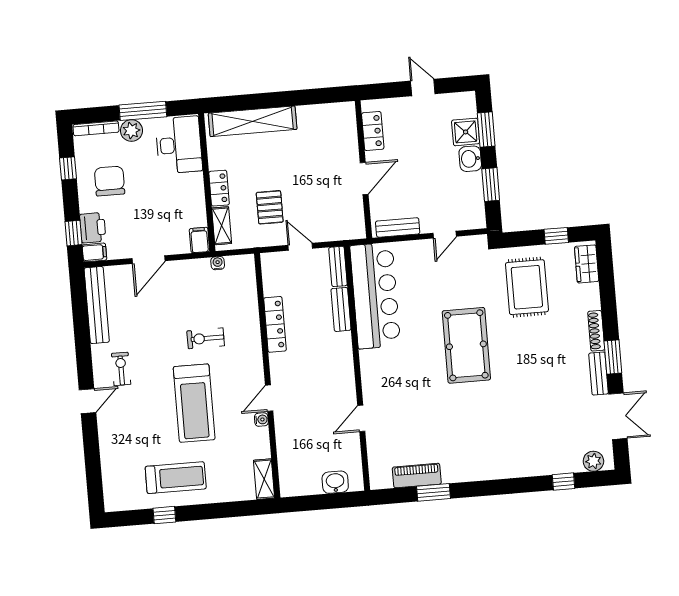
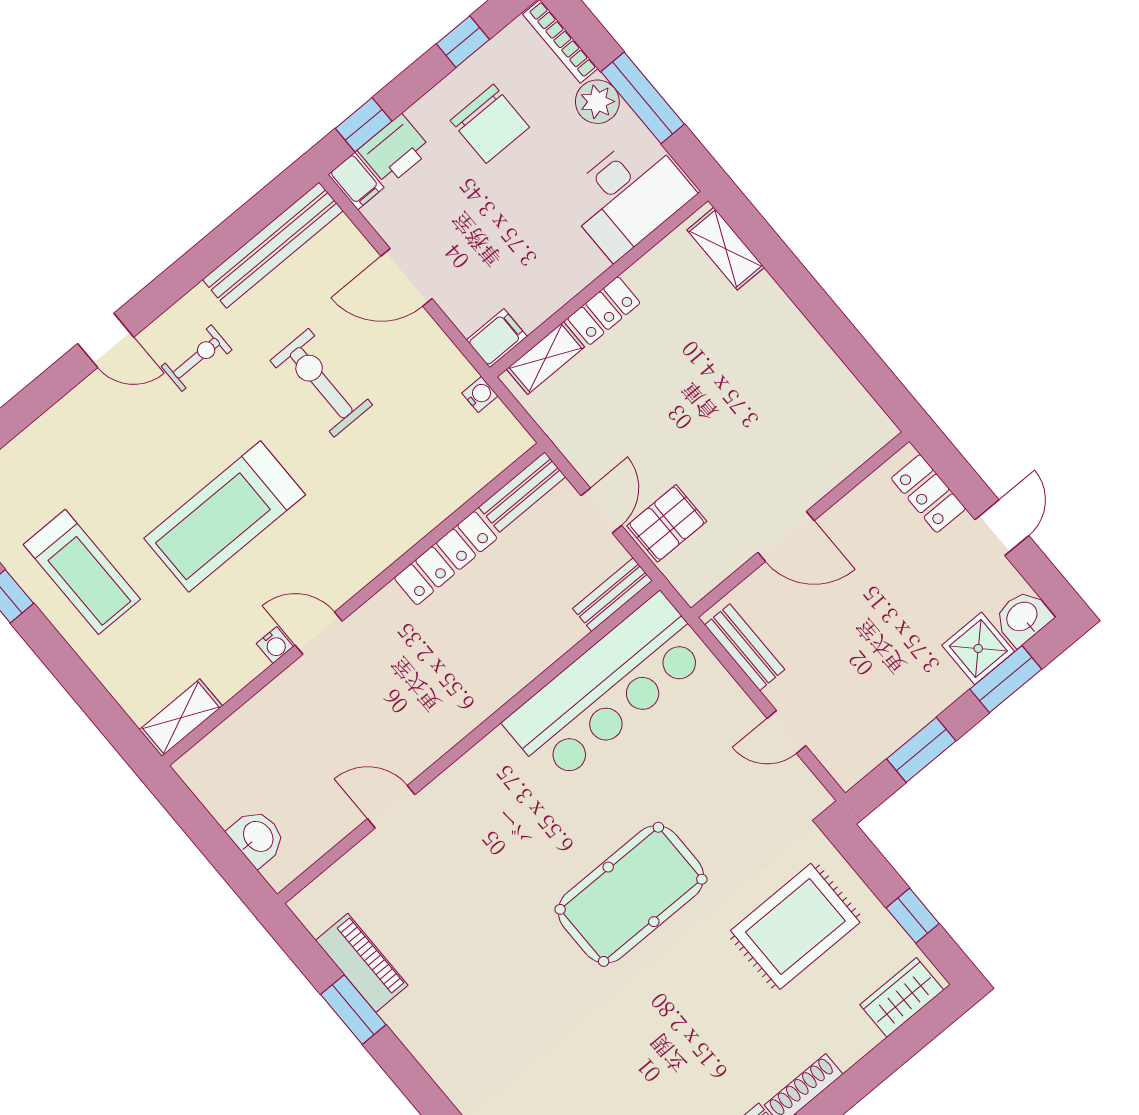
shelving: (253, 121) -> (726, 249), width x0.45, depth x0.75
locker: (373, 131) -> (928, 494), moved, turned 90
washbasin: (470, 159) -> (1023, 617), moved
chair: (110, 181) -> (490, 124), turned 90
pallet: (270, 207) -> (667, 523), moved
bench: (341, 309) -> (522, 492), moved
exercise bike: (206, 338) -> (321, 383), moved, width x1.38, depth x1.39

